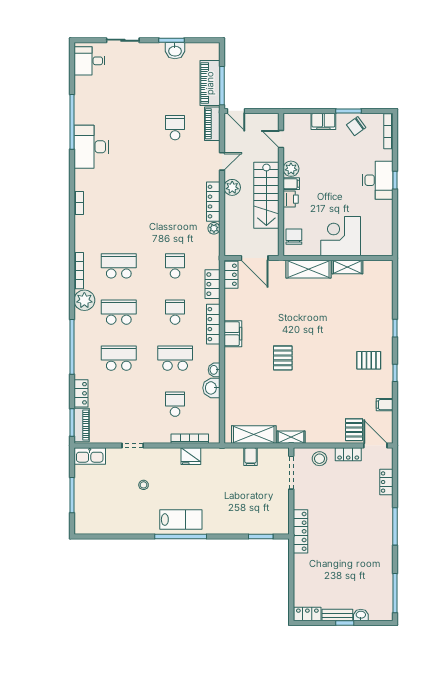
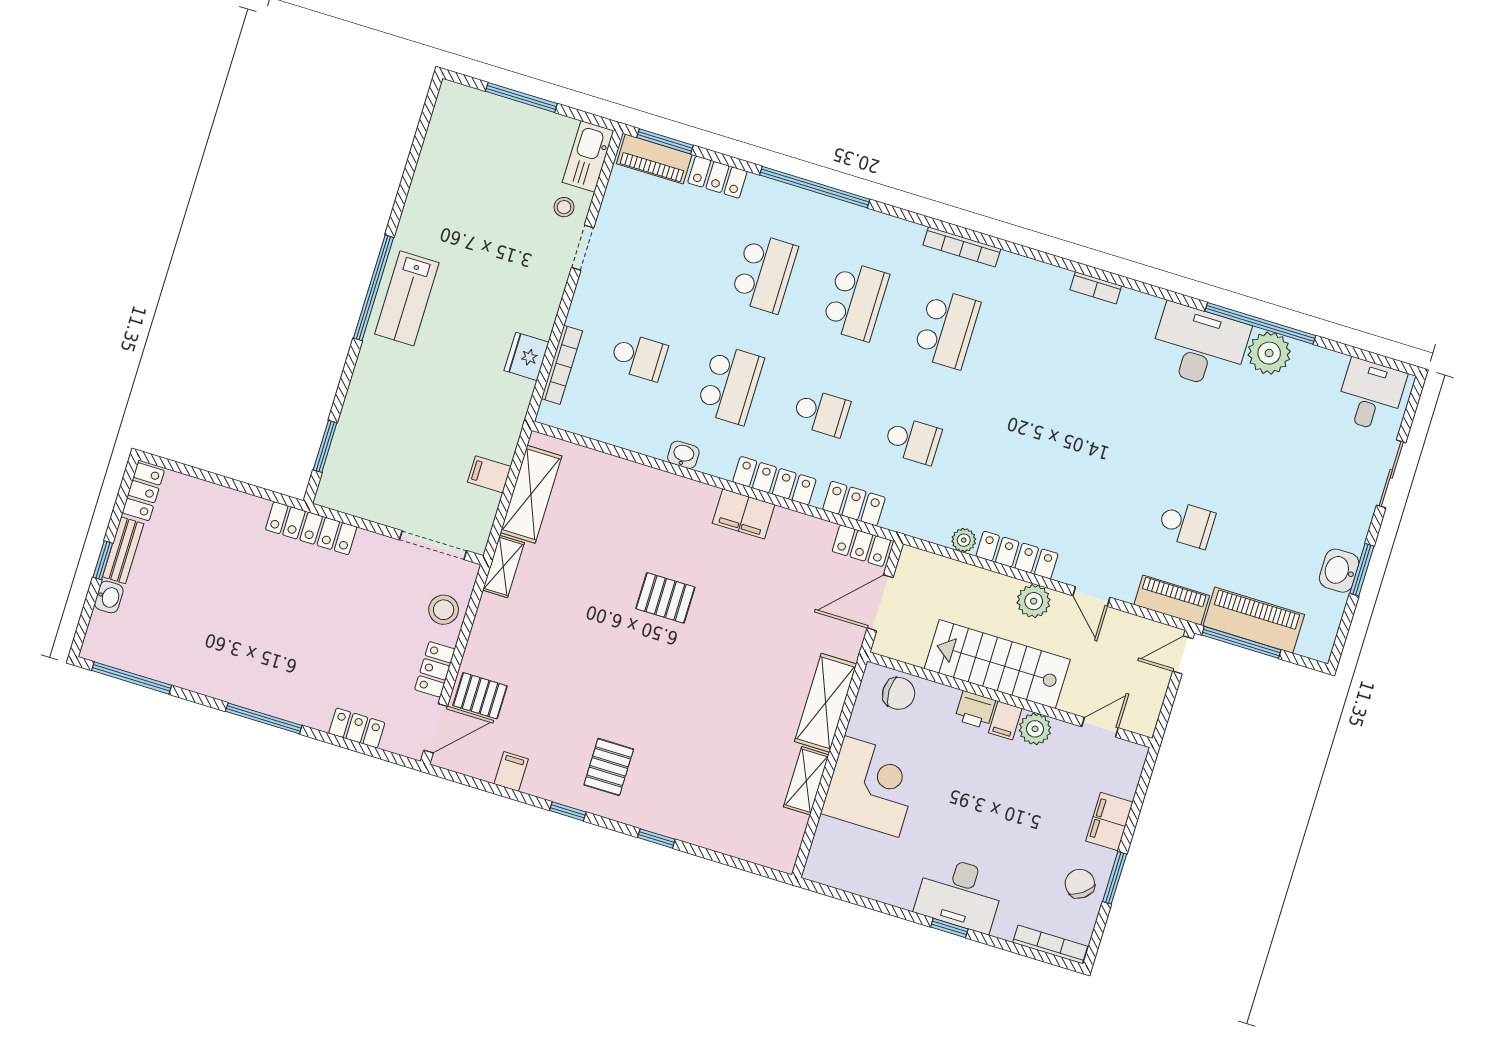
plant: (84, 300) -> (1269, 353), moved
washbasin: (211, 388) -> (649, 438), removed
stool: (144, 485) -> (564, 207), moved

